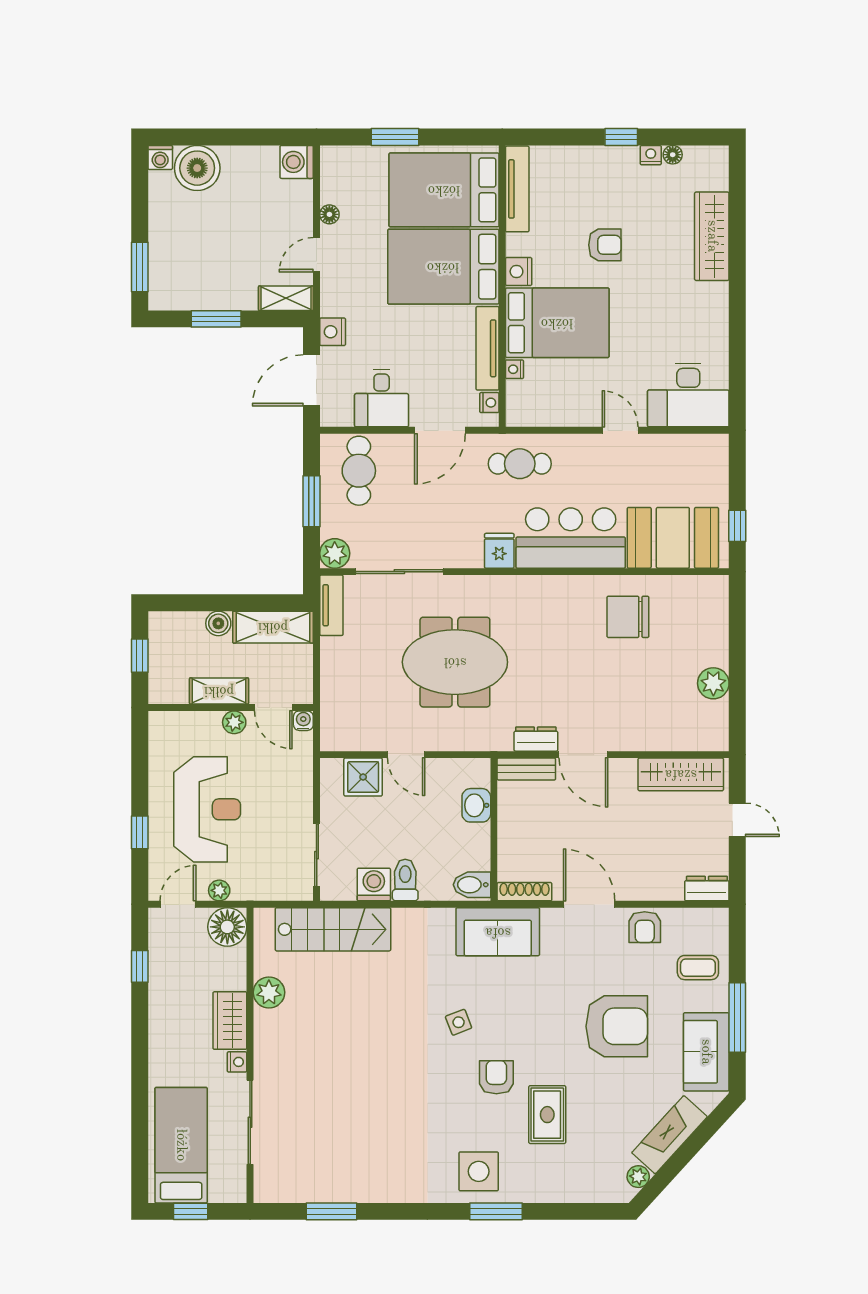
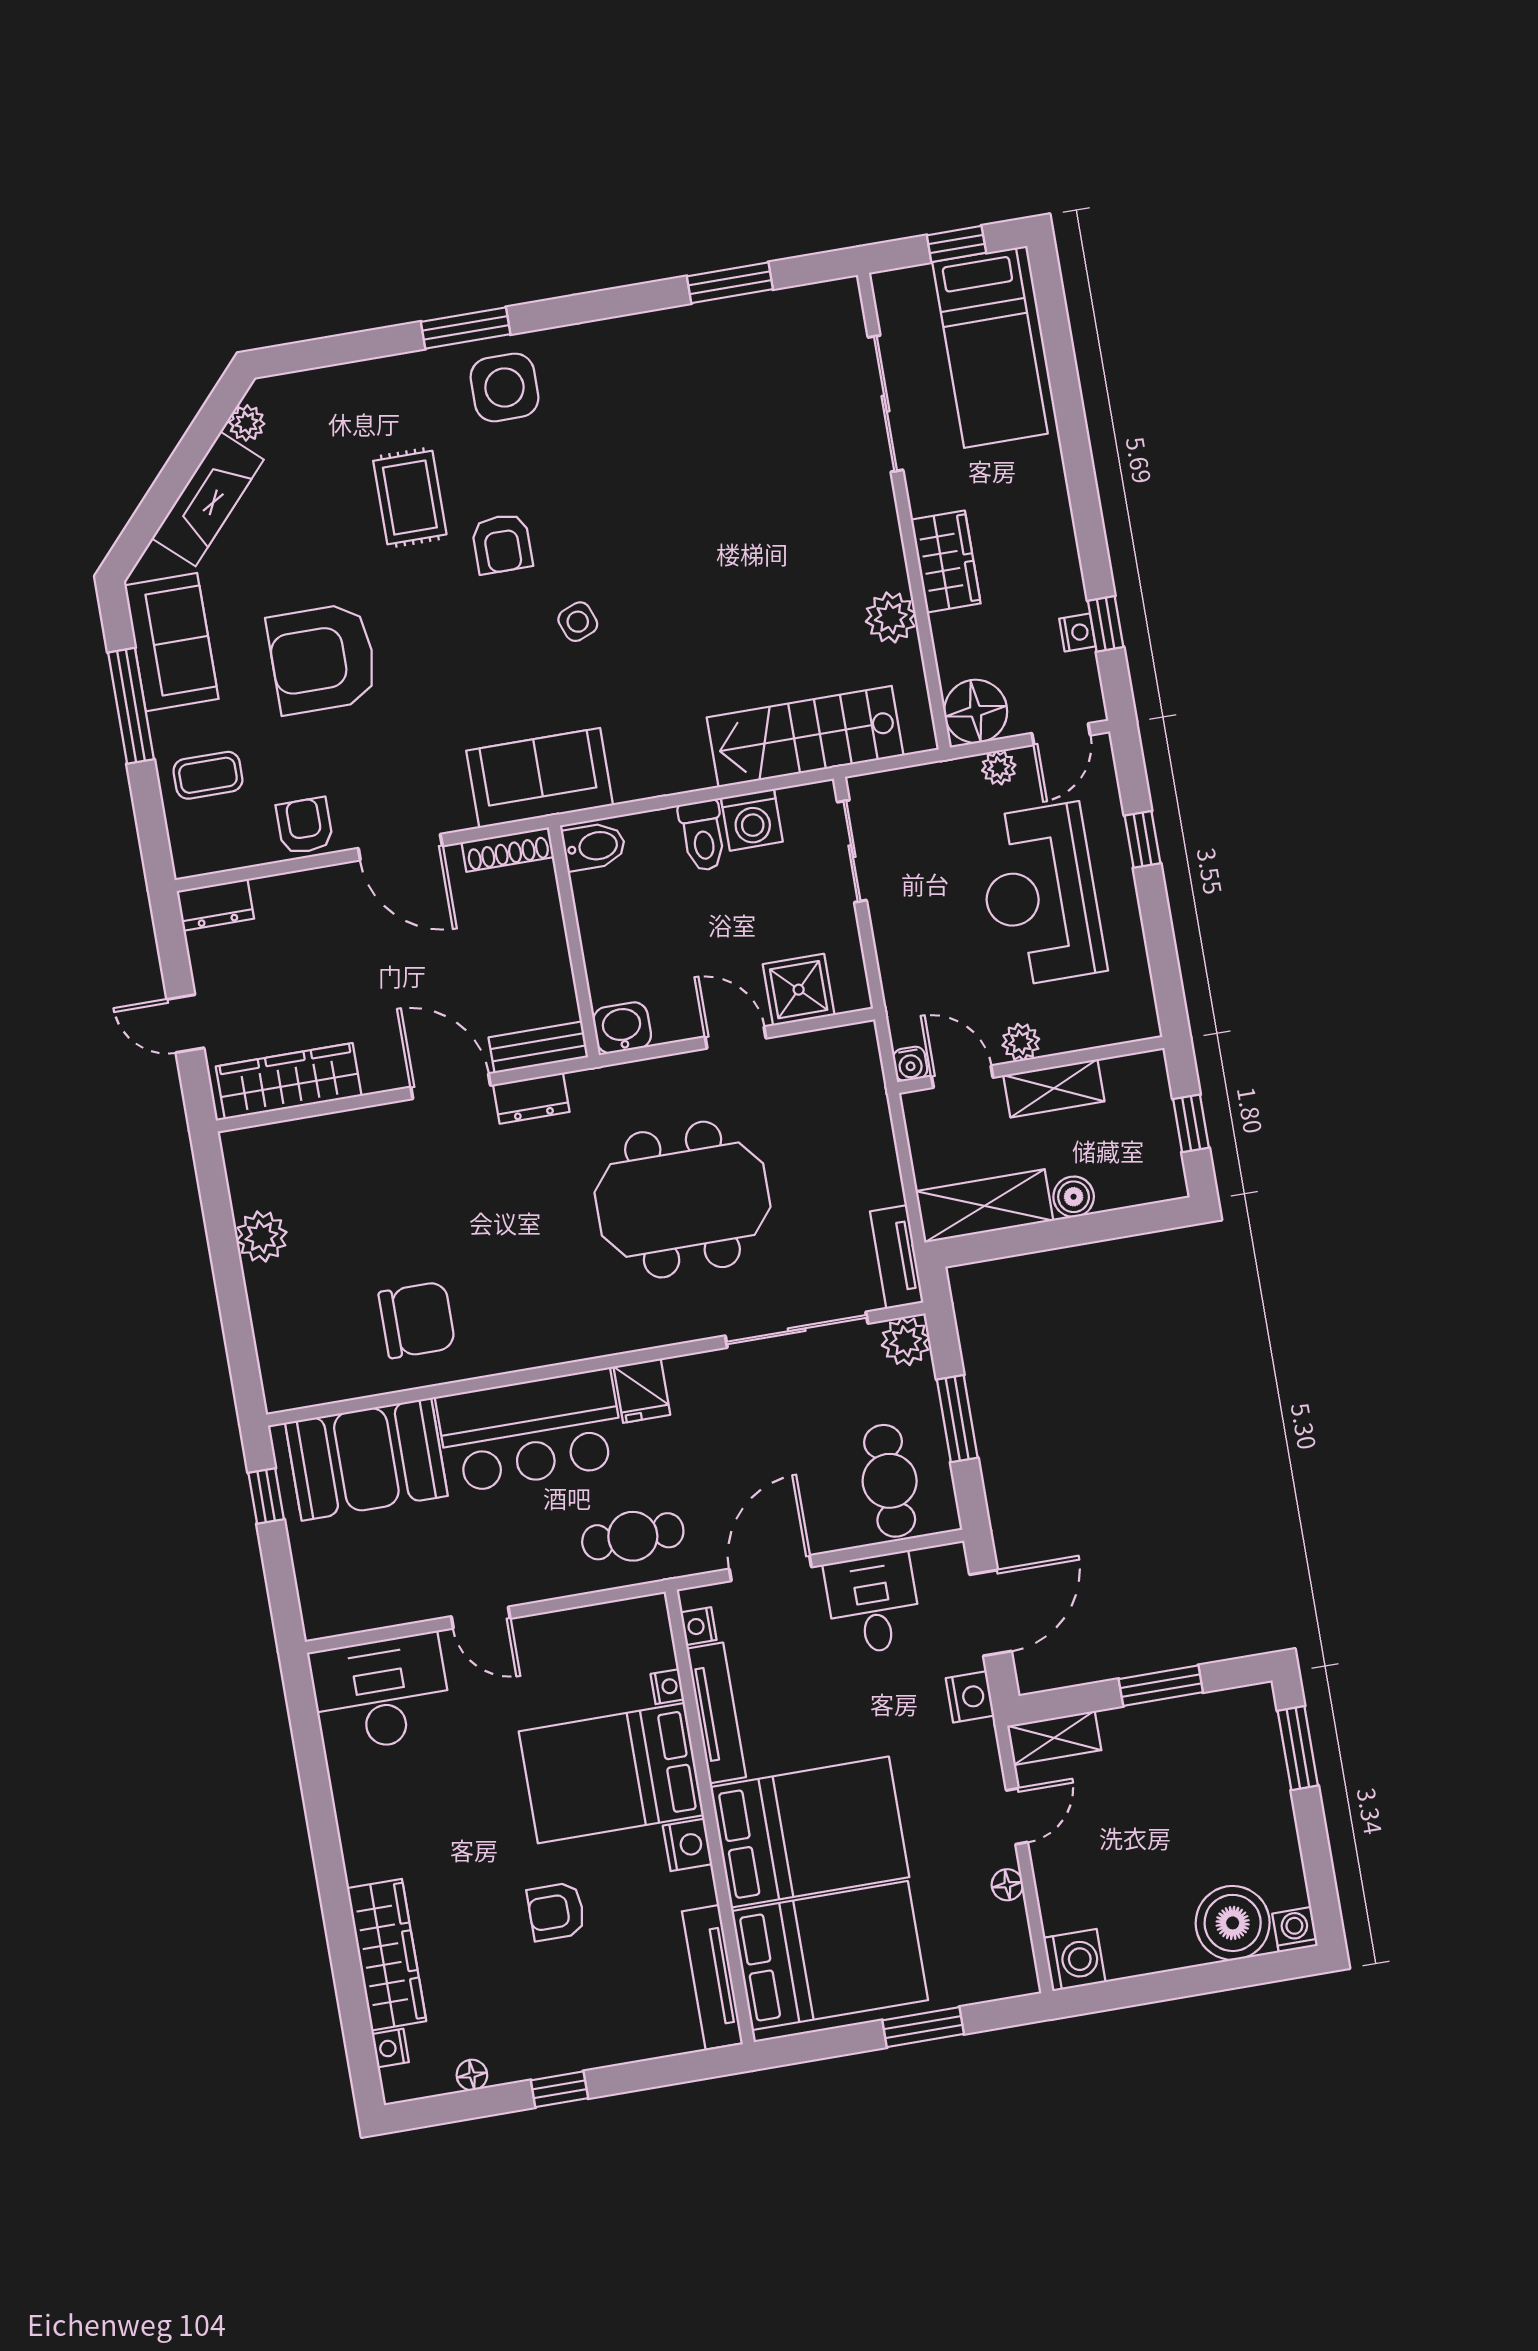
nightstand: (651, 155) -> (390, 2048), moved, turned 90
washbasin: (476, 805) -> (622, 1028), moved, turned -90
nightstand: (237, 1062) -> (1077, 632), moved, turned 180

